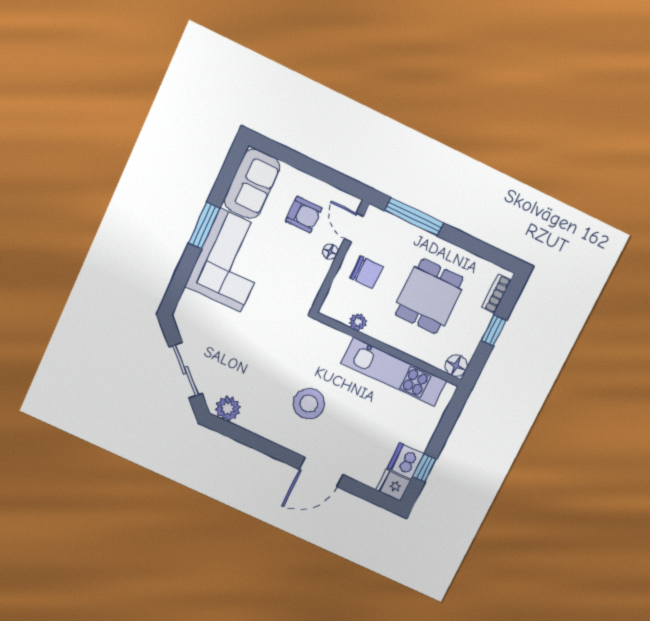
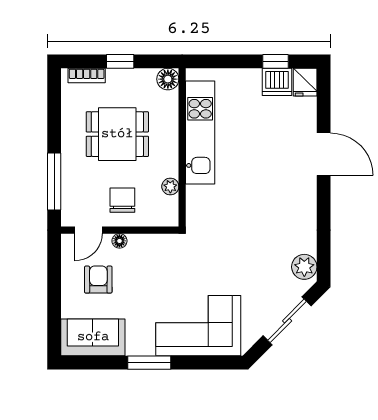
corner sofa: (230, 260) -> (198, 326), moved
stool: (309, 404) -> (265, 195), removed

